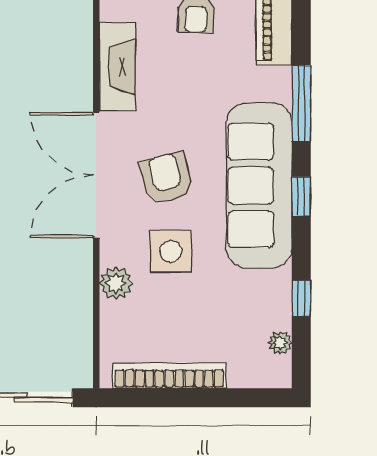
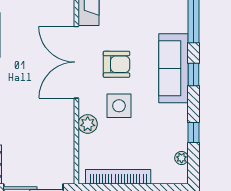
armchair: (166, 179) -> (116, 64), turned 104
sofa: (259, 186) -> (174, 68), width x0.74, depth x0.79

